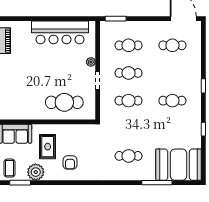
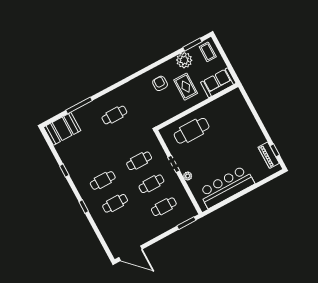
cafe table: (172, 45) -> (115, 203), moved
booth: (179, 165) -> (62, 129), width x0.73, depth x0.70

